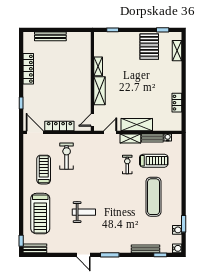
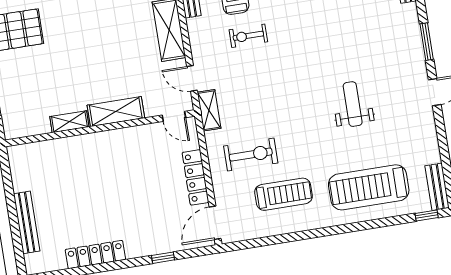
shelving: (130, 138) -> (209, 110), moved
exercise bike: (67, 156) -> (251, 155), turned 180
treadmill: (44, 170) -> (283, 194), turned 180
treadmill: (40, 214) -> (369, 187), turned 180

